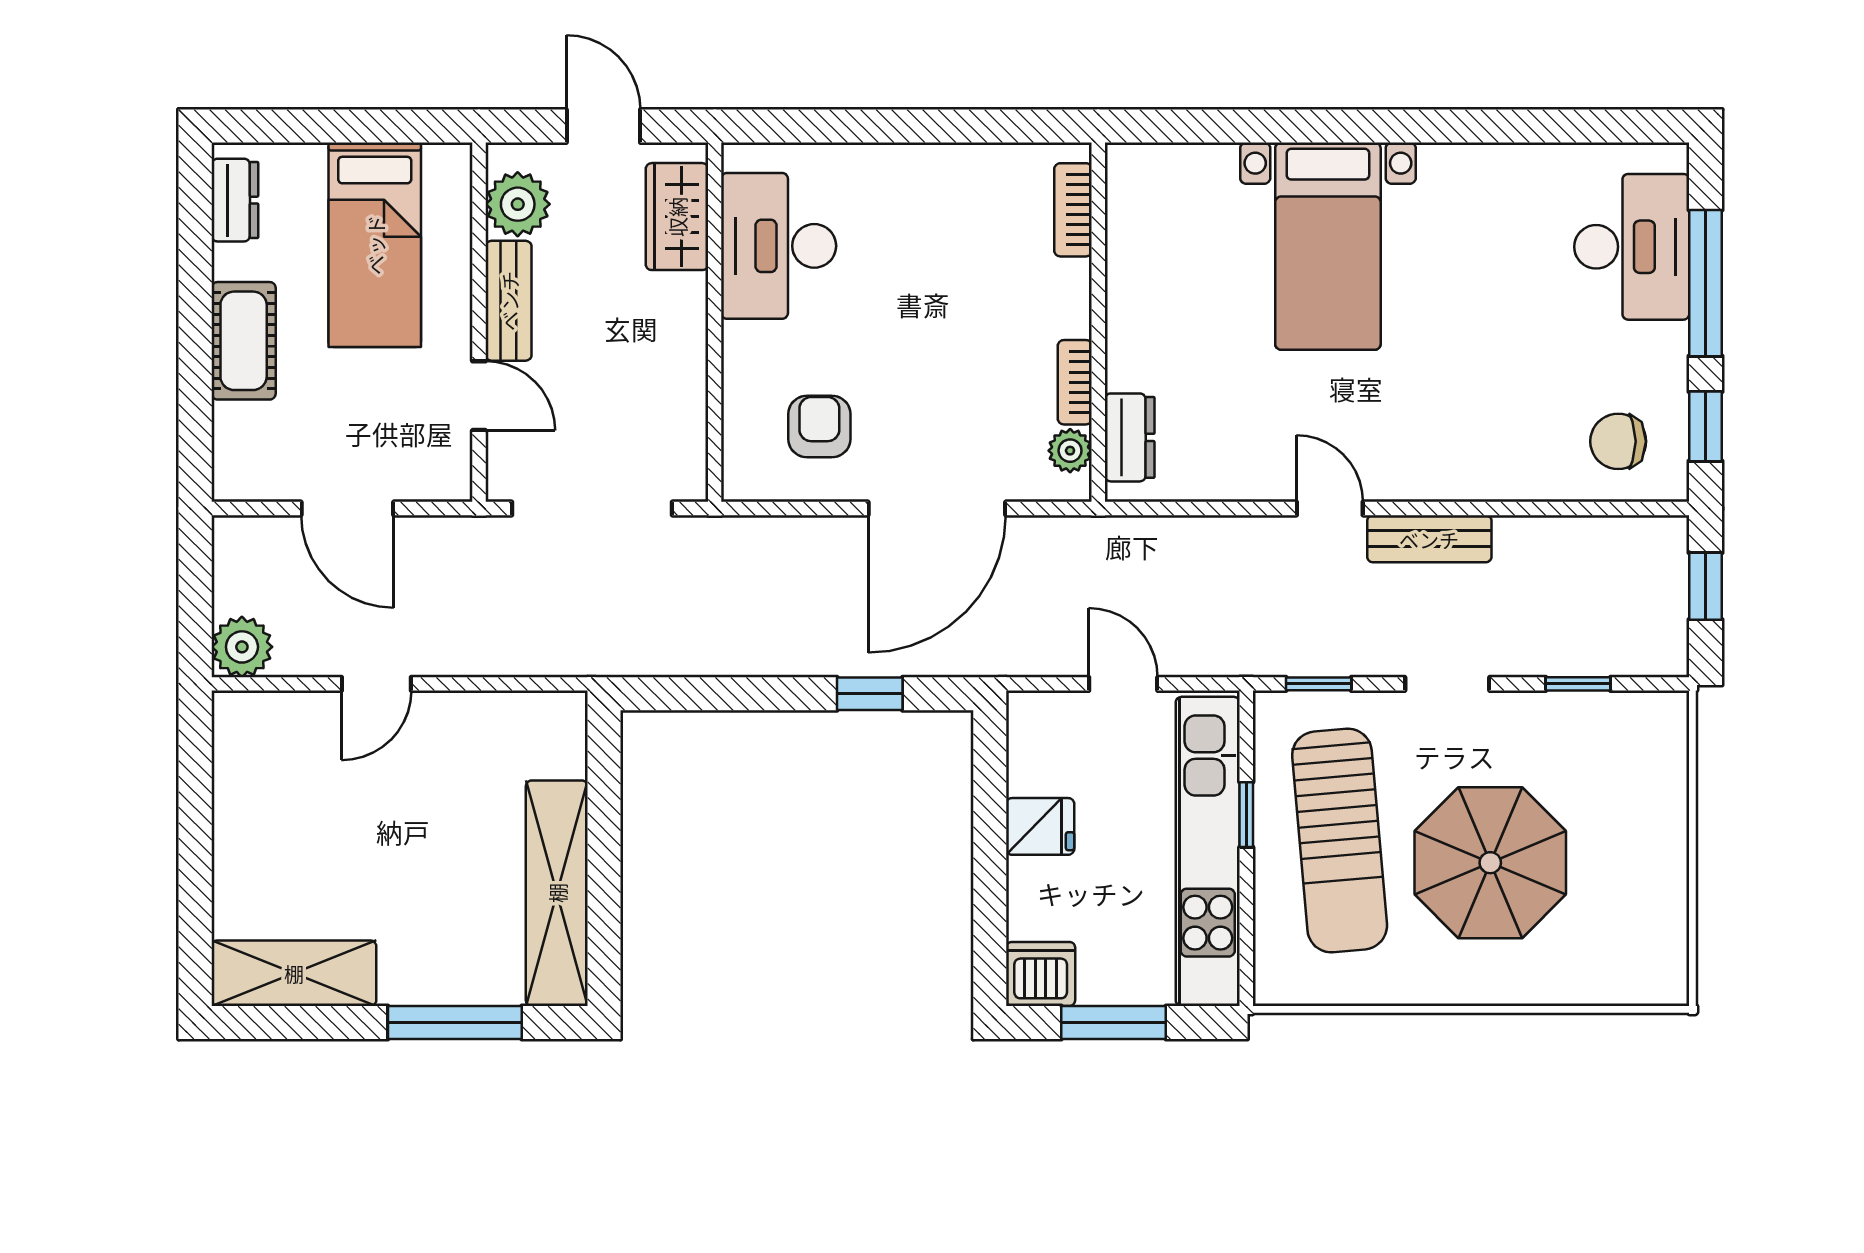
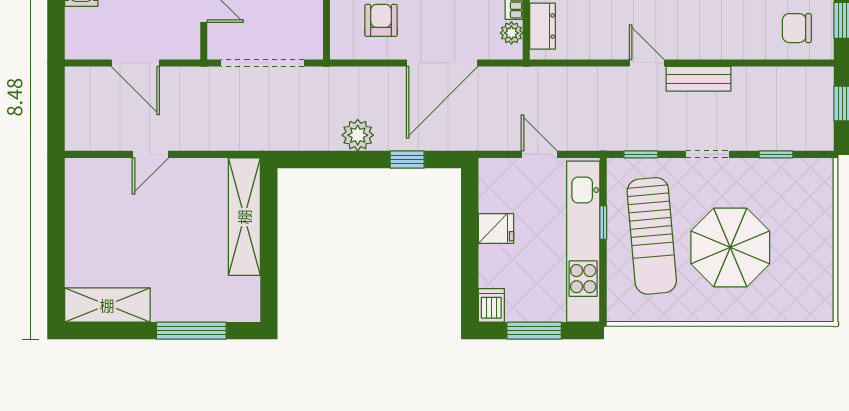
plant: (242, 647) -> (358, 135), moved
shelving: (557, 893) -> (244, 217), moved
dishwasher: (1041, 974) -> (491, 305), width x0.73

